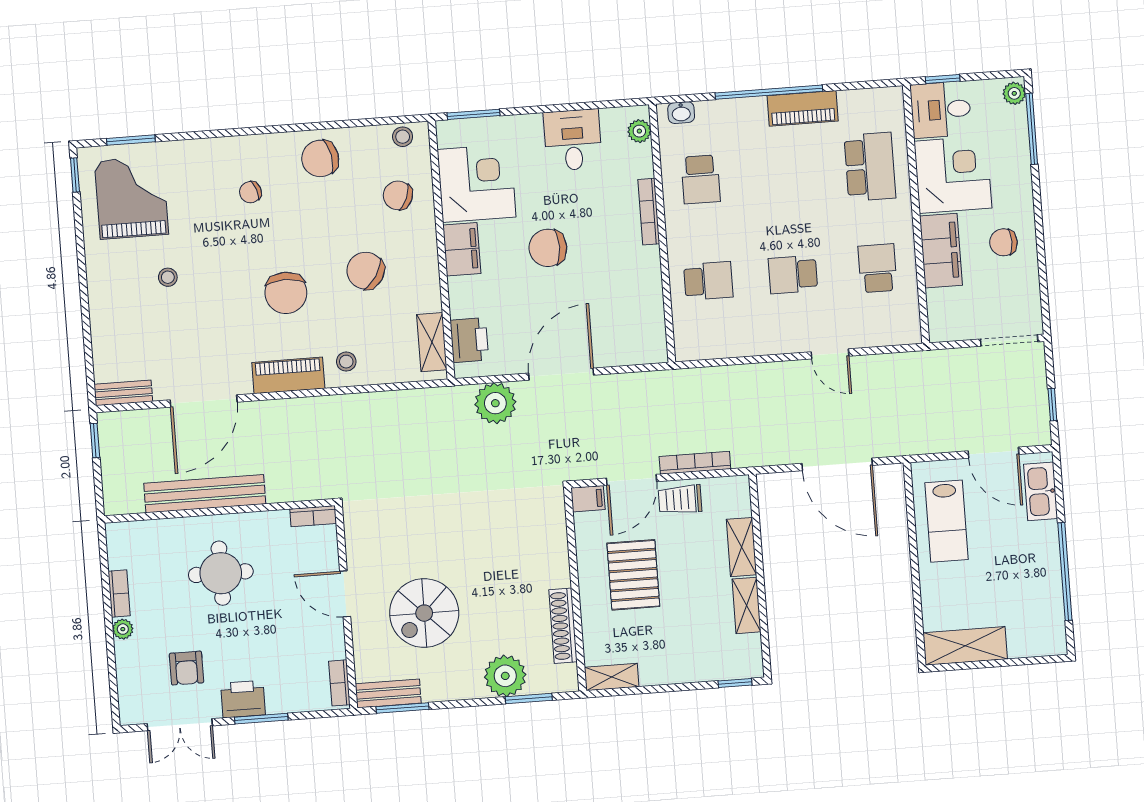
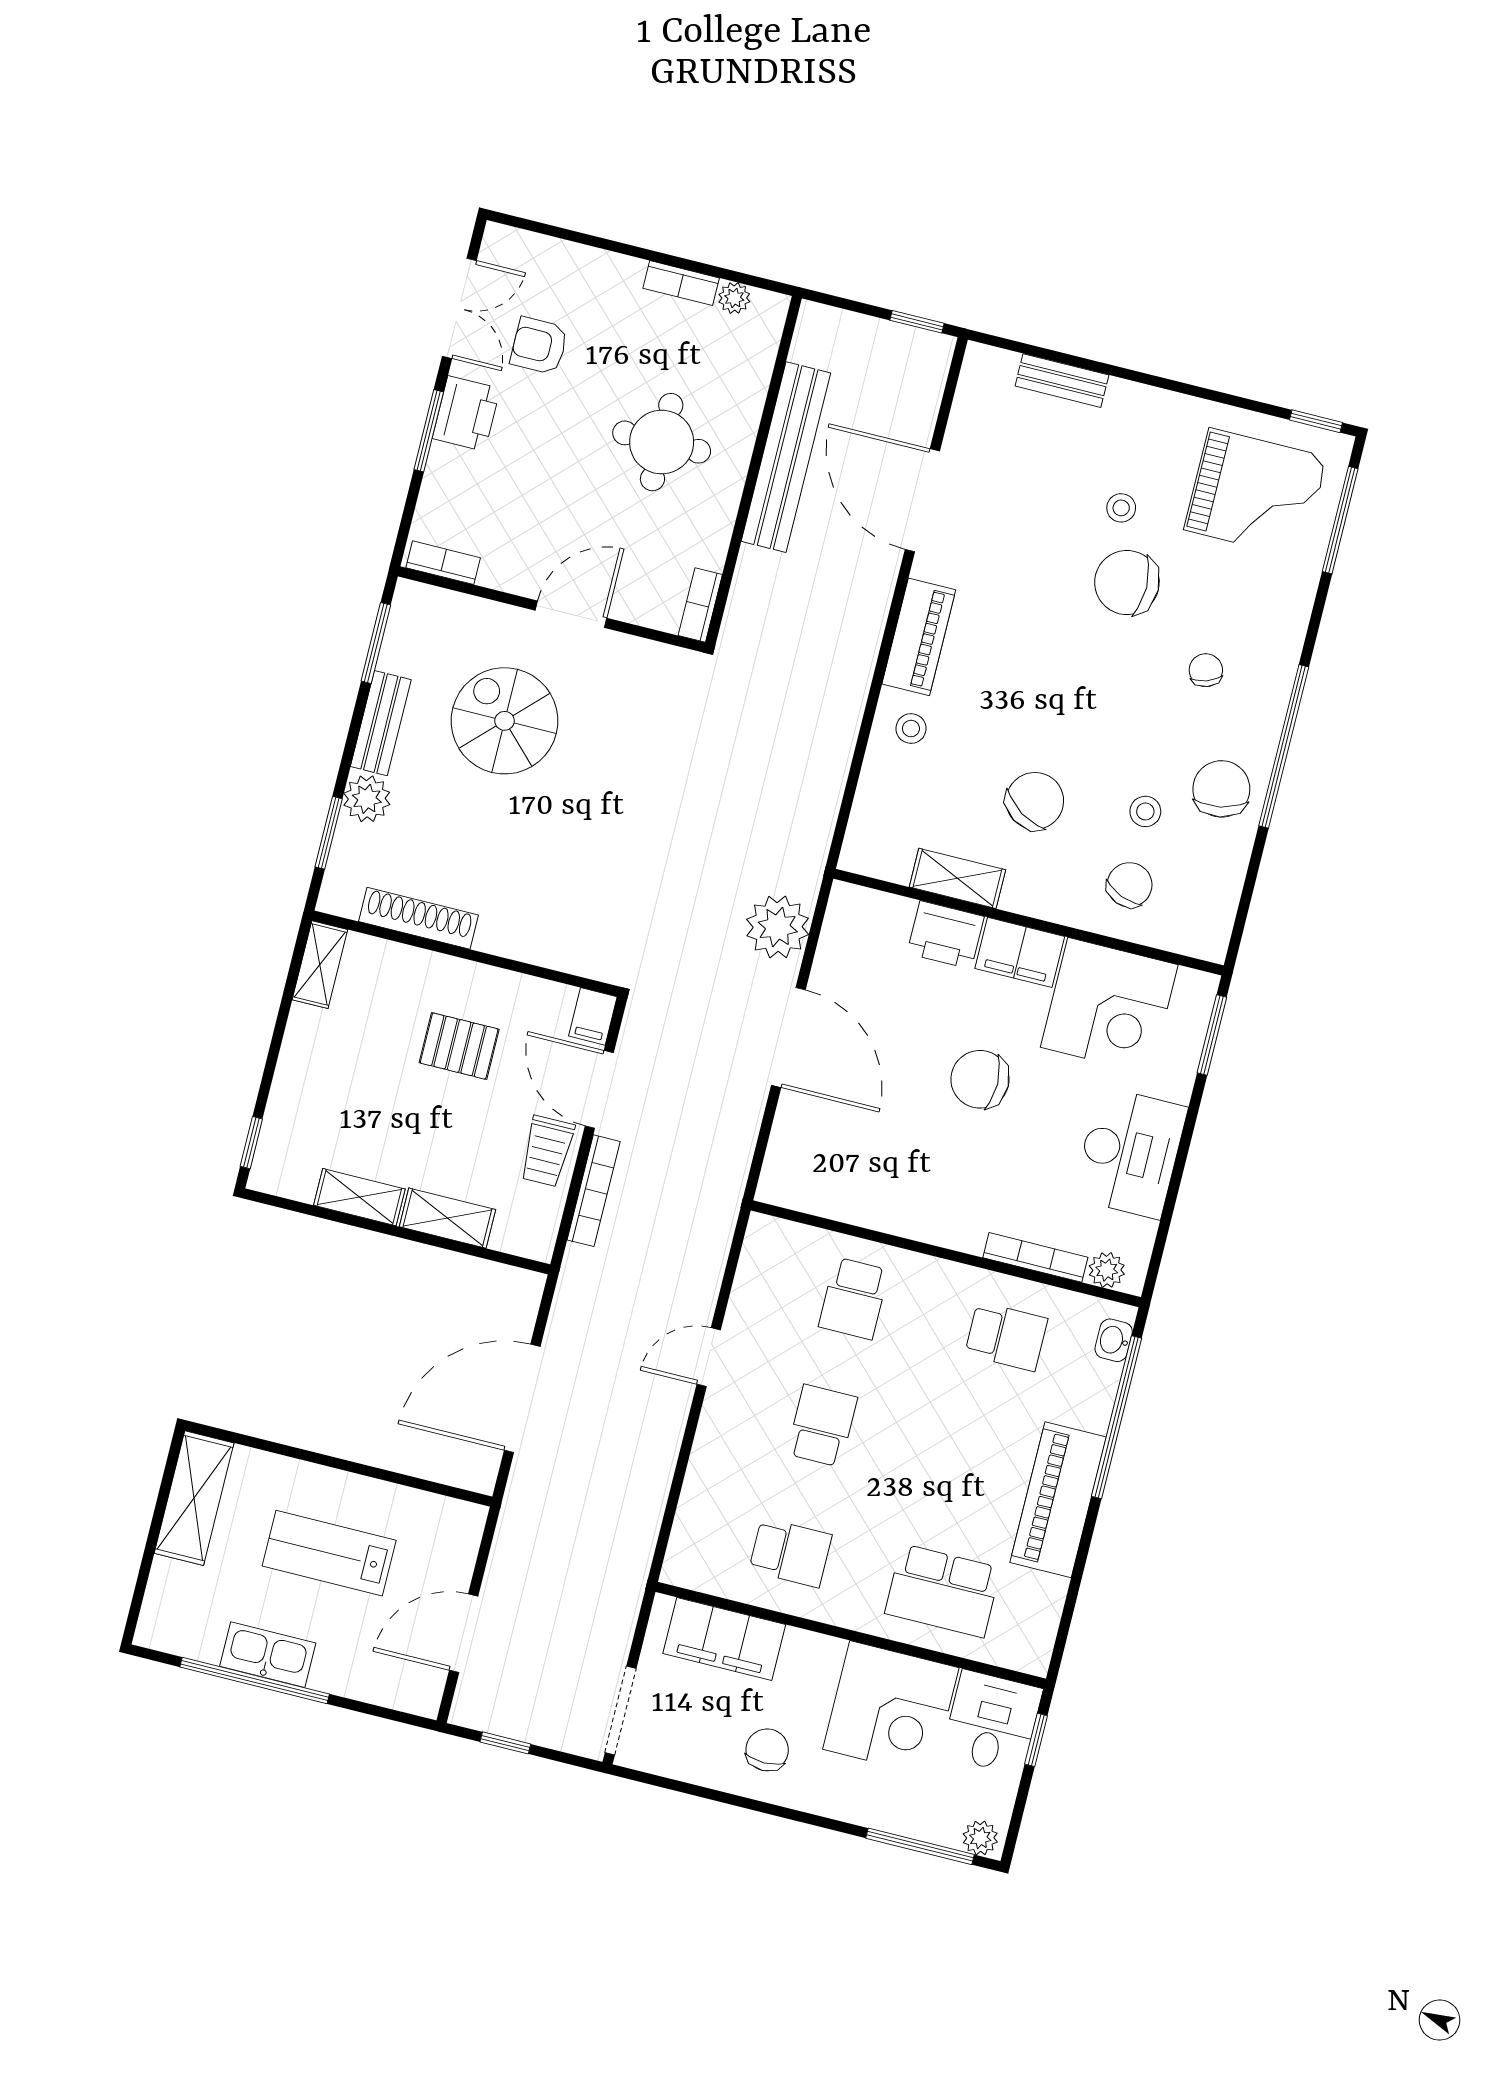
window: (769, 92) -> (1117, 1417), moved
piano: (803, 108) -> (1058, 1500), width x1.37, depth x1.33
window: (281, 129) -> (1284, 746), added
stool: (403, 137) -> (1145, 811), moved
window: (131, 140) -> (1340, 520), width x1.44
desk: (573, 140) -> (1130, 1153), width x1.37
school desk: (701, 179) -> (1006, 1336), turned 180
bookcase: (649, 212) -> (1035, 1257), moved
chair: (548, 248) -> (980, 1079), turned -90
filing cabinet: (941, 251) -> (724, 1639), moved
chair: (286, 293) -> (1127, 583), moved
printer: (469, 340) -> (946, 935), moved
shelving: (432, 342) -> (957, 878), moved
door: (830, 354) -> (709, 1357), moved
bench: (123, 393) -> (1062, 381), moved, turned 90
kitchen sink: (1041, 491) -> (268, 1655), moved
trolley: (680, 499) -> (547, 1151), turned 180
lab bench: (947, 521) -> (329, 1553), moved
pallet: (633, 575) -> (459, 1046), width x0.67, depth x0.71
plant: (123, 629) -> (734, 298), moved
plant: (505, 676) -> (367, 799), width x0.73, depth x0.73
bench: (388, 693) -> (381, 723), moved
double door: (180, 725) -> (459, 308), swing flipped

